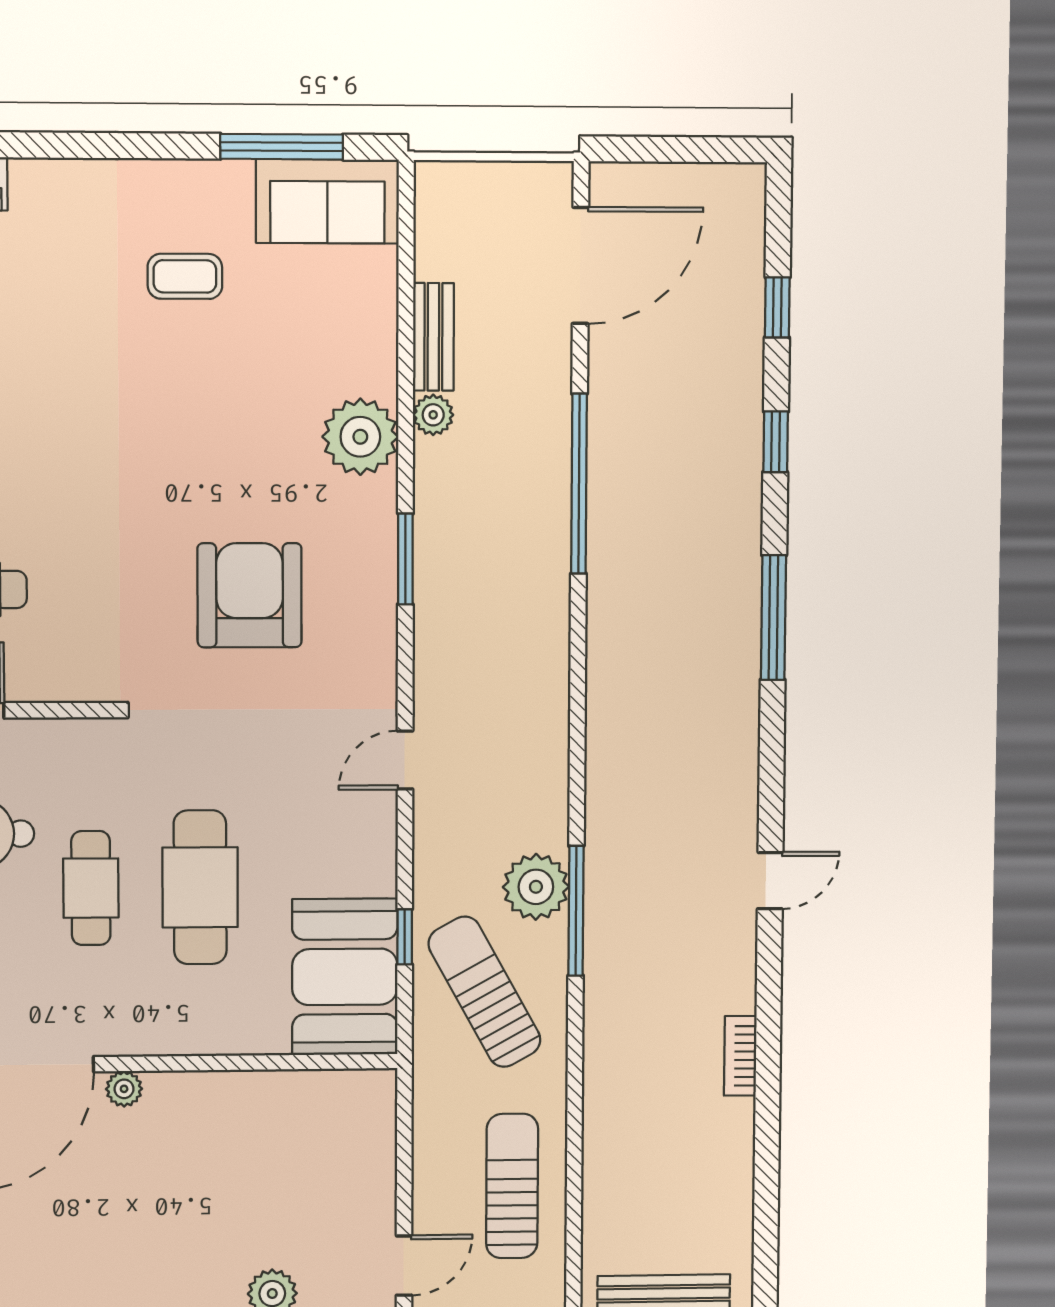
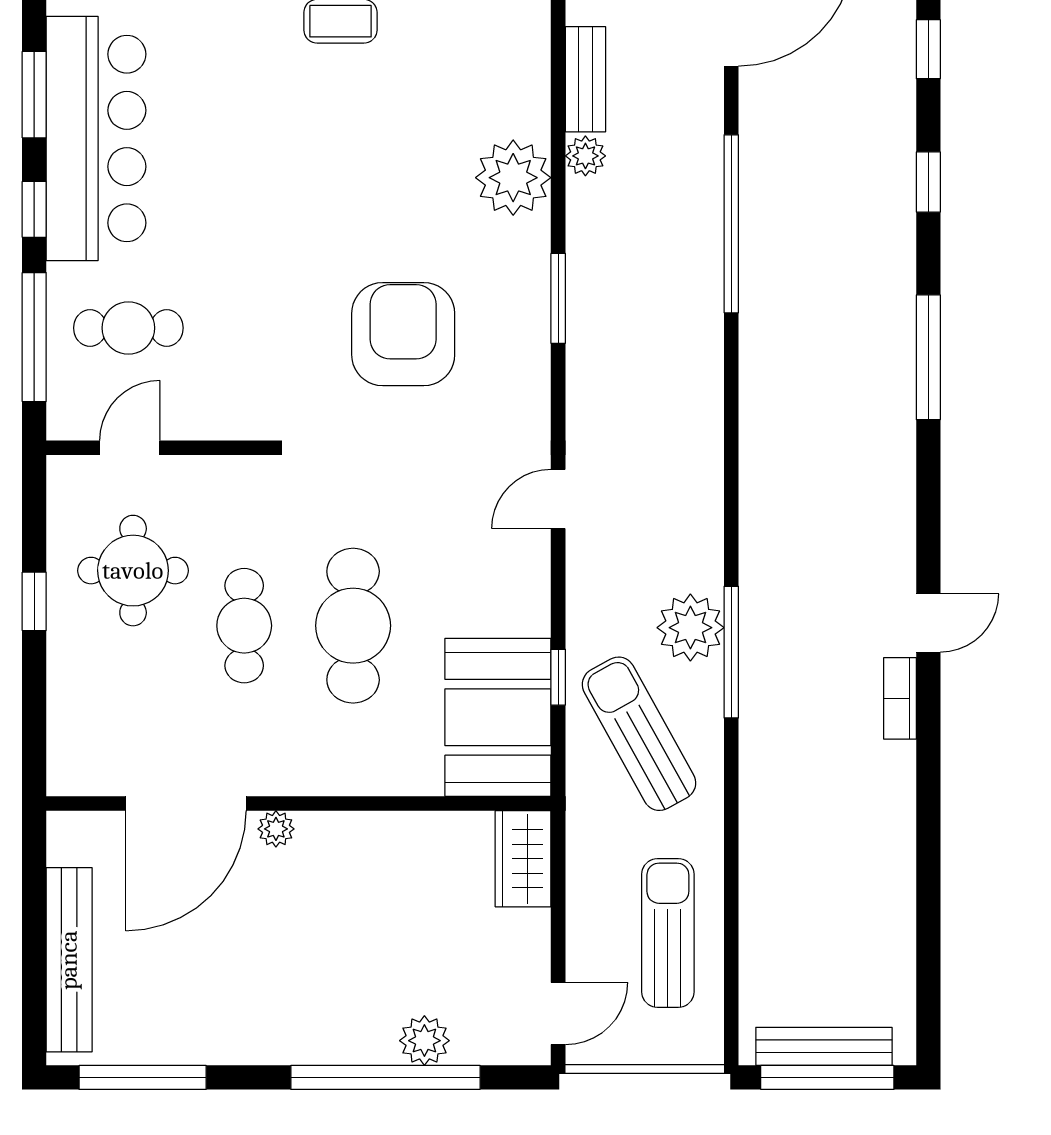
bookcase: (740, 1056) -> (900, 698), moved
wardrobe: (370, 1115) -> (523, 859), added

